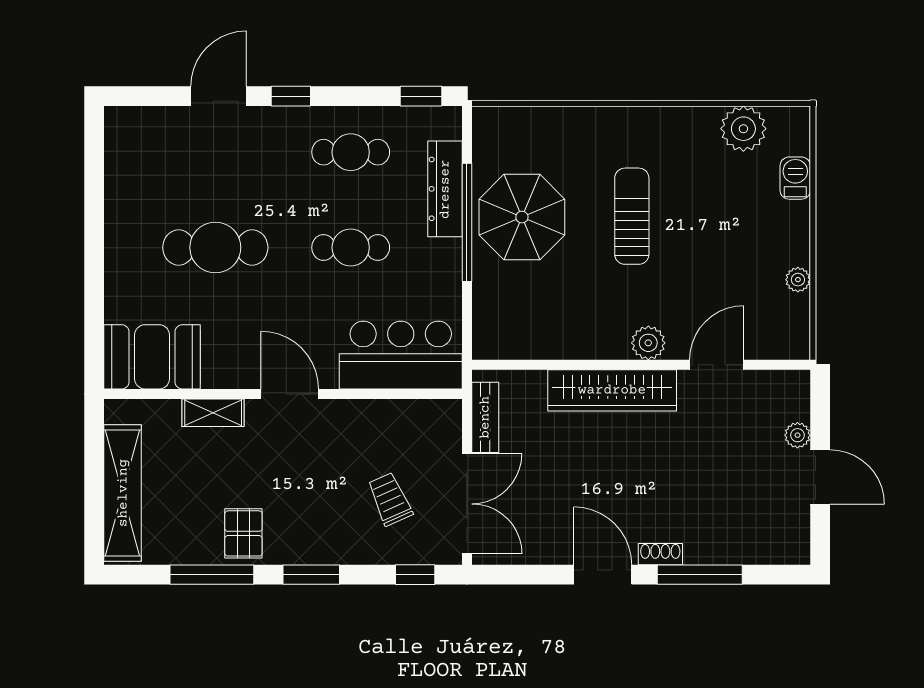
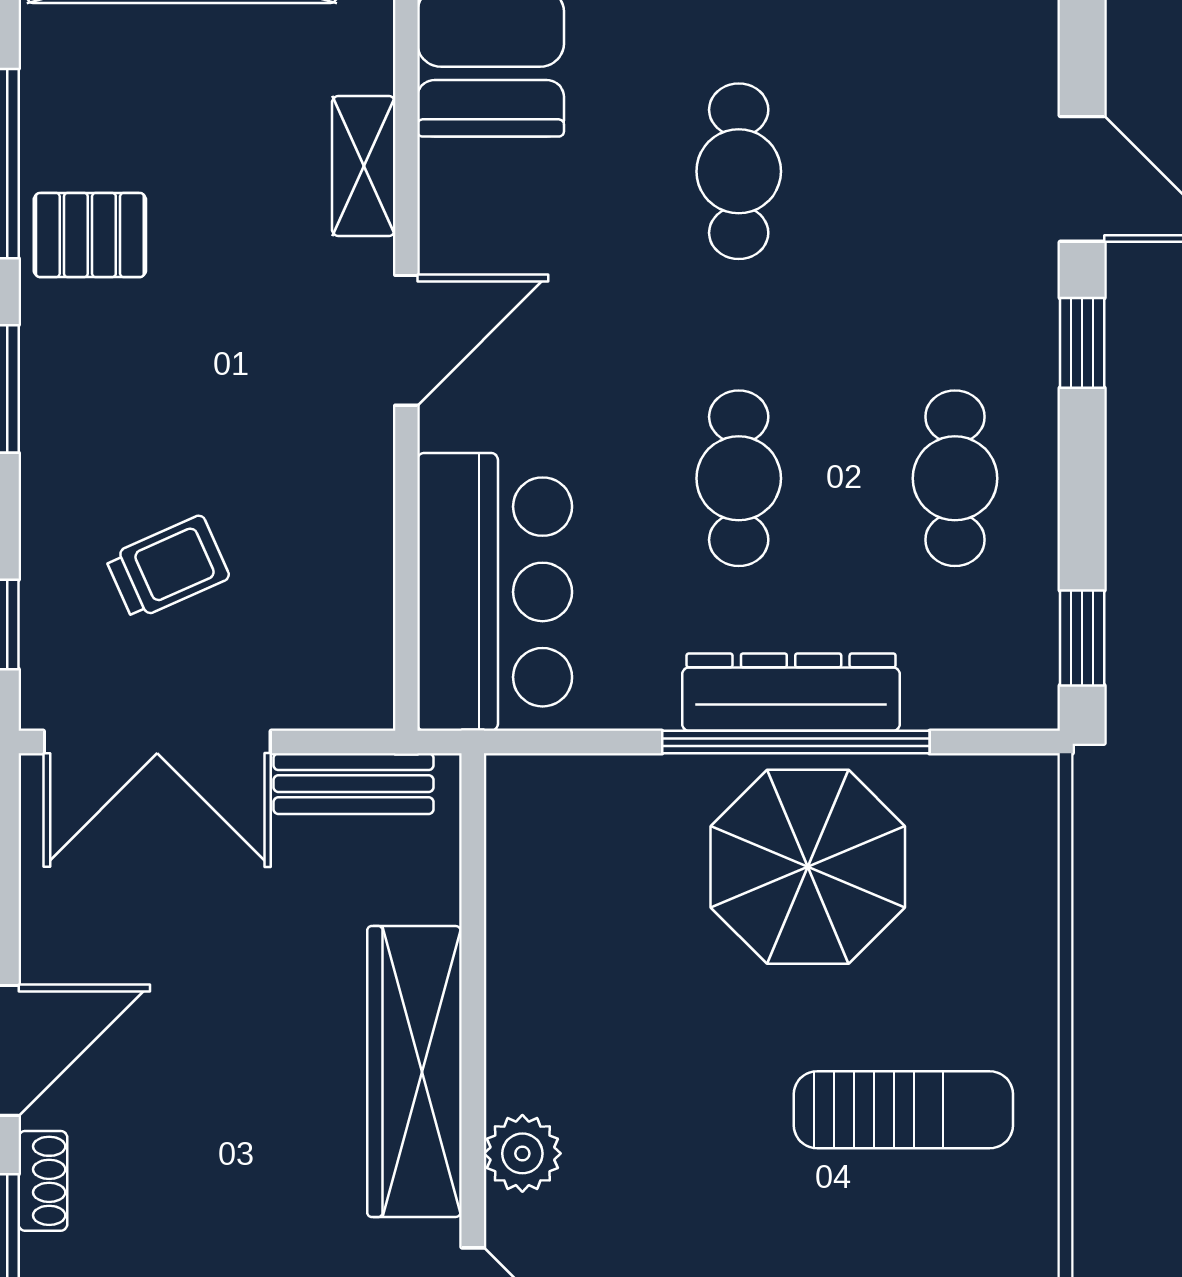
dresser: (445, 189) -> (791, 692), moved
sun lounger: (632, 216) -> (903, 1110), moved
cafe table: (215, 248) -> (739, 171), width x0.73, depth x0.74

